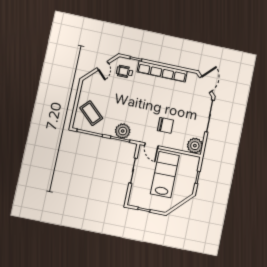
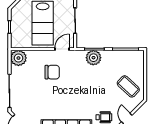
coffee table: (91, 113) -> (128, 86), moved
chair: (165, 125) -> (52, 72), turned 180
door: (151, 146) -> (62, 49), hinge flipped

